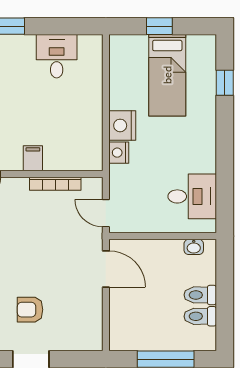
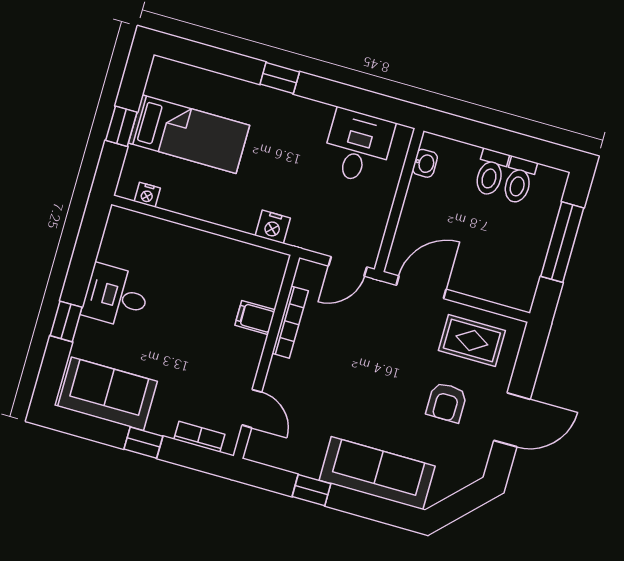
desk: (57, 56) -> (116, 296), moved
window: (225, 83) -> (280, 78), moved
nightstand: (122, 125) -> (147, 195), moved, width x0.53, depth x0.56
filing cabinet: (33, 158) -> (255, 318), moved
rug: (79, 315) -> (472, 340), added

